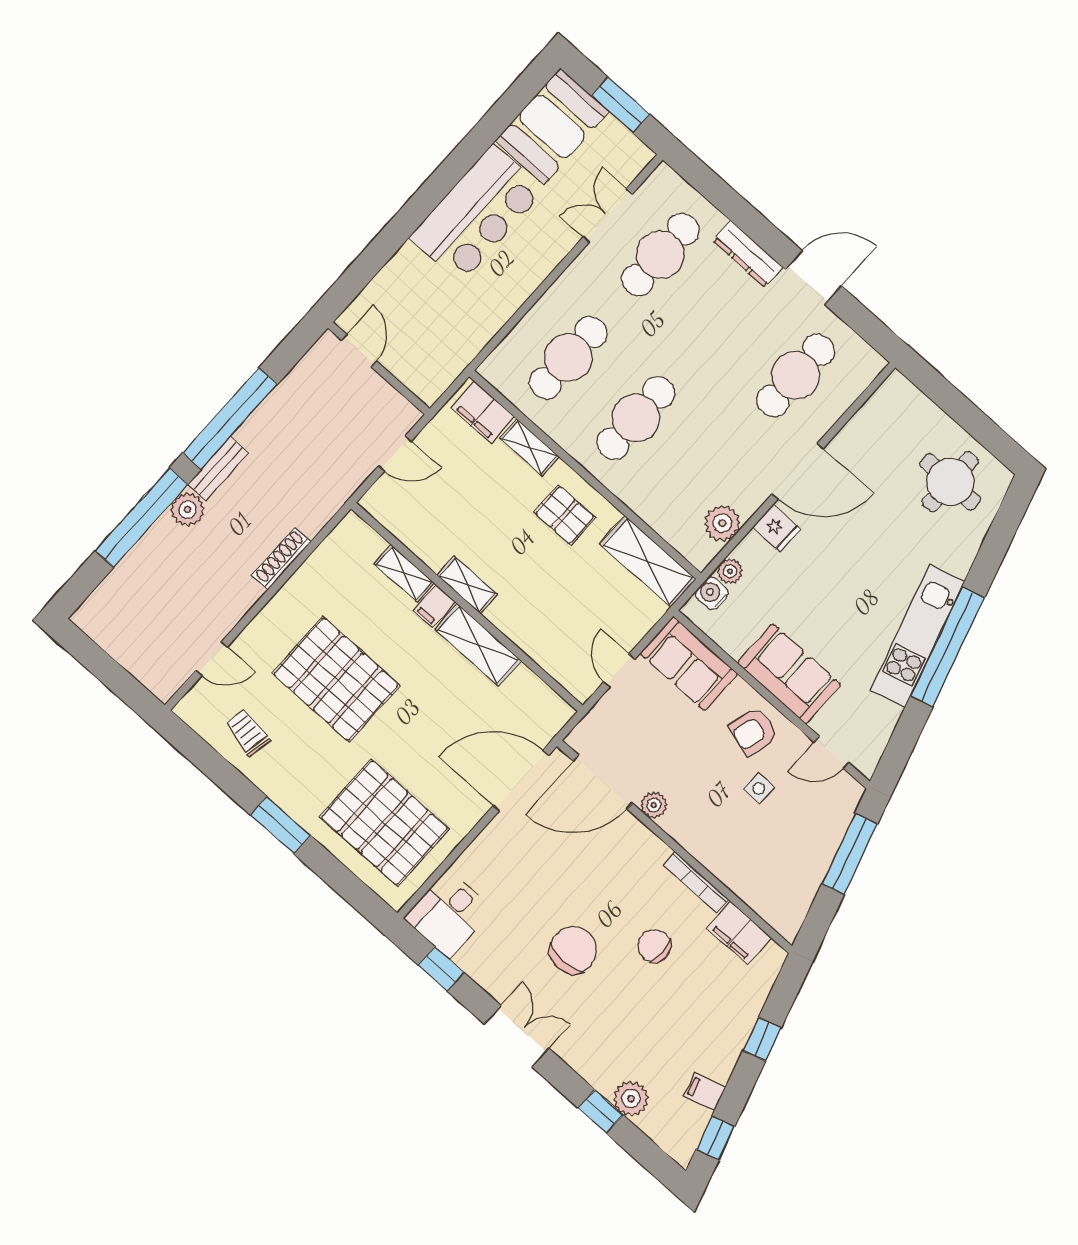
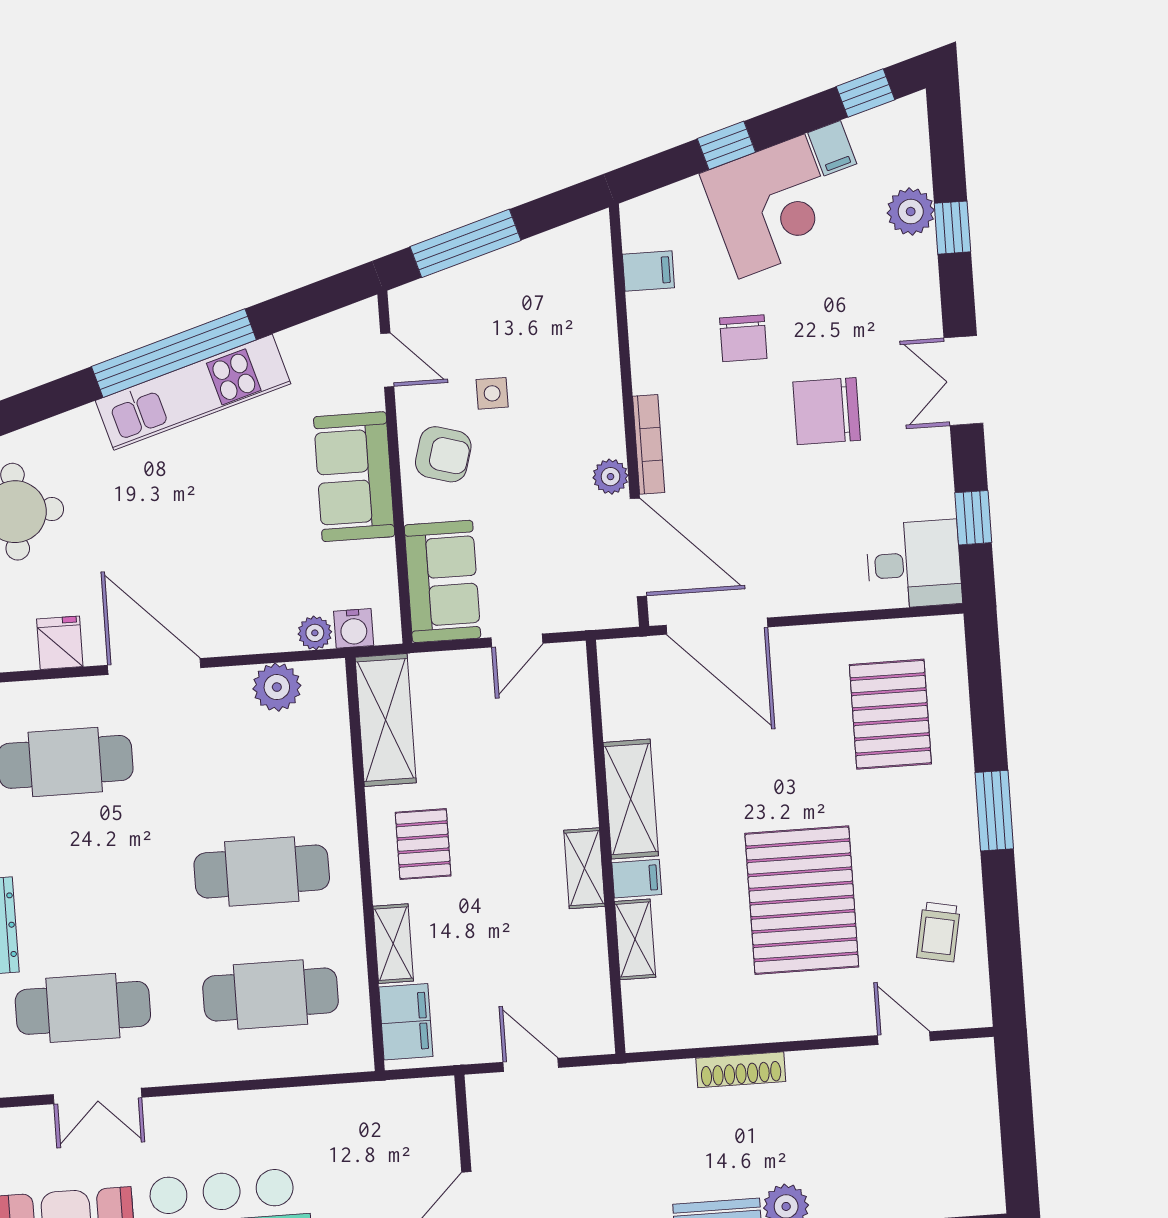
fridge: (777, 528) -> (60, 643), moved
pallet: (384, 823) -> (890, 714), width x0.73, depth x0.71
bookcase: (696, 882) -> (649, 444), moved
filing cabinet: (739, 933) -> (648, 271), width x0.50
corner desk: (707, 1030) -> (772, 207), added

